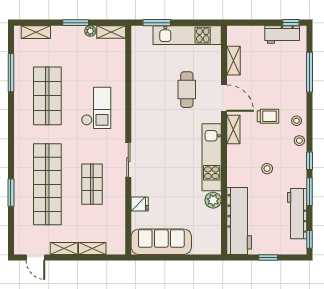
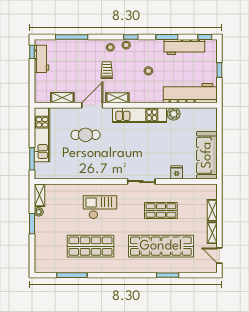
shelving: (36, 32) -> (40, 255), removed
window: (310, 161) -> (131, 37), moved
door: (35, 257) -> (219, 256), swing flipped

